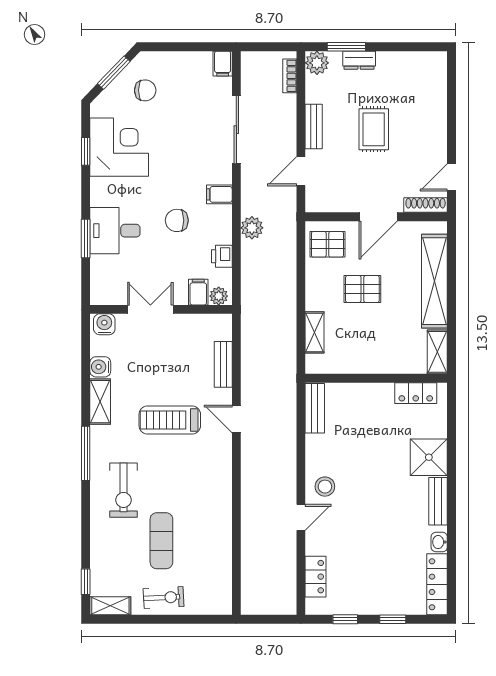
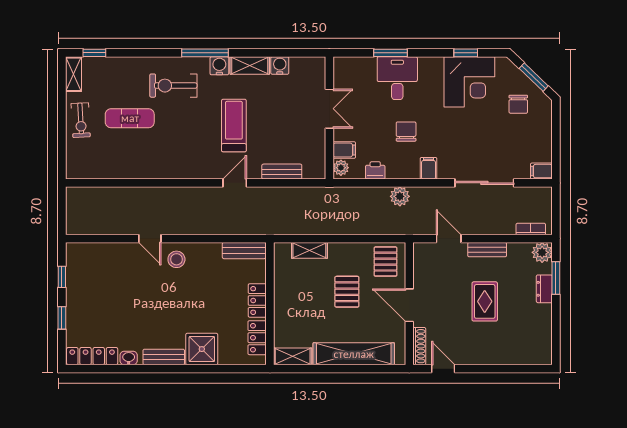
rug: (374, 129) -> (485, 301), turned 90
water cooler: (104, 324) -> (219, 66), moved, turned -90
locker: (316, 577) -> (257, 300), moved, turned 90

